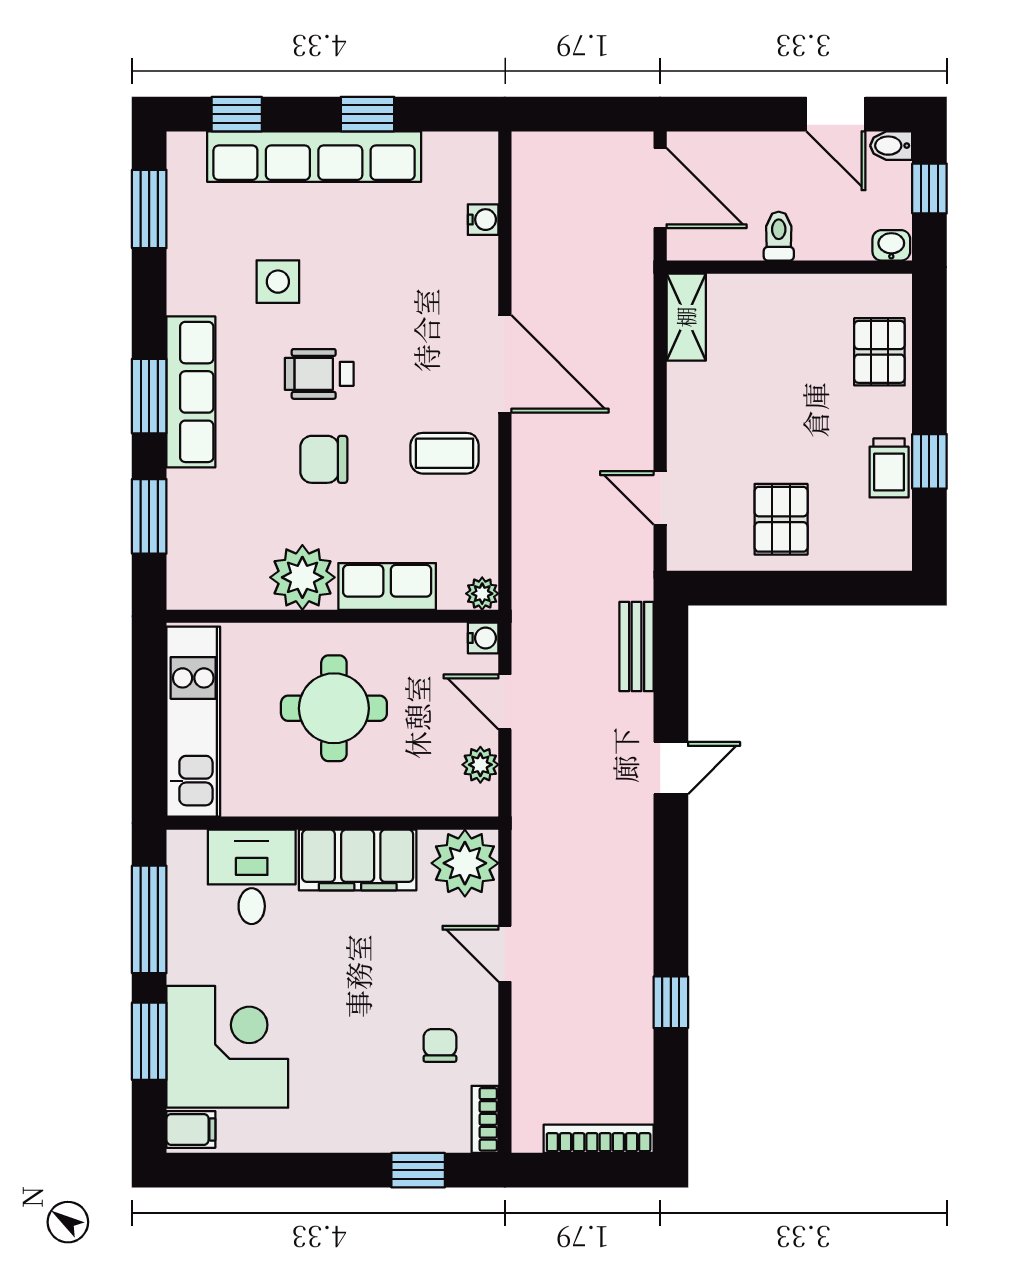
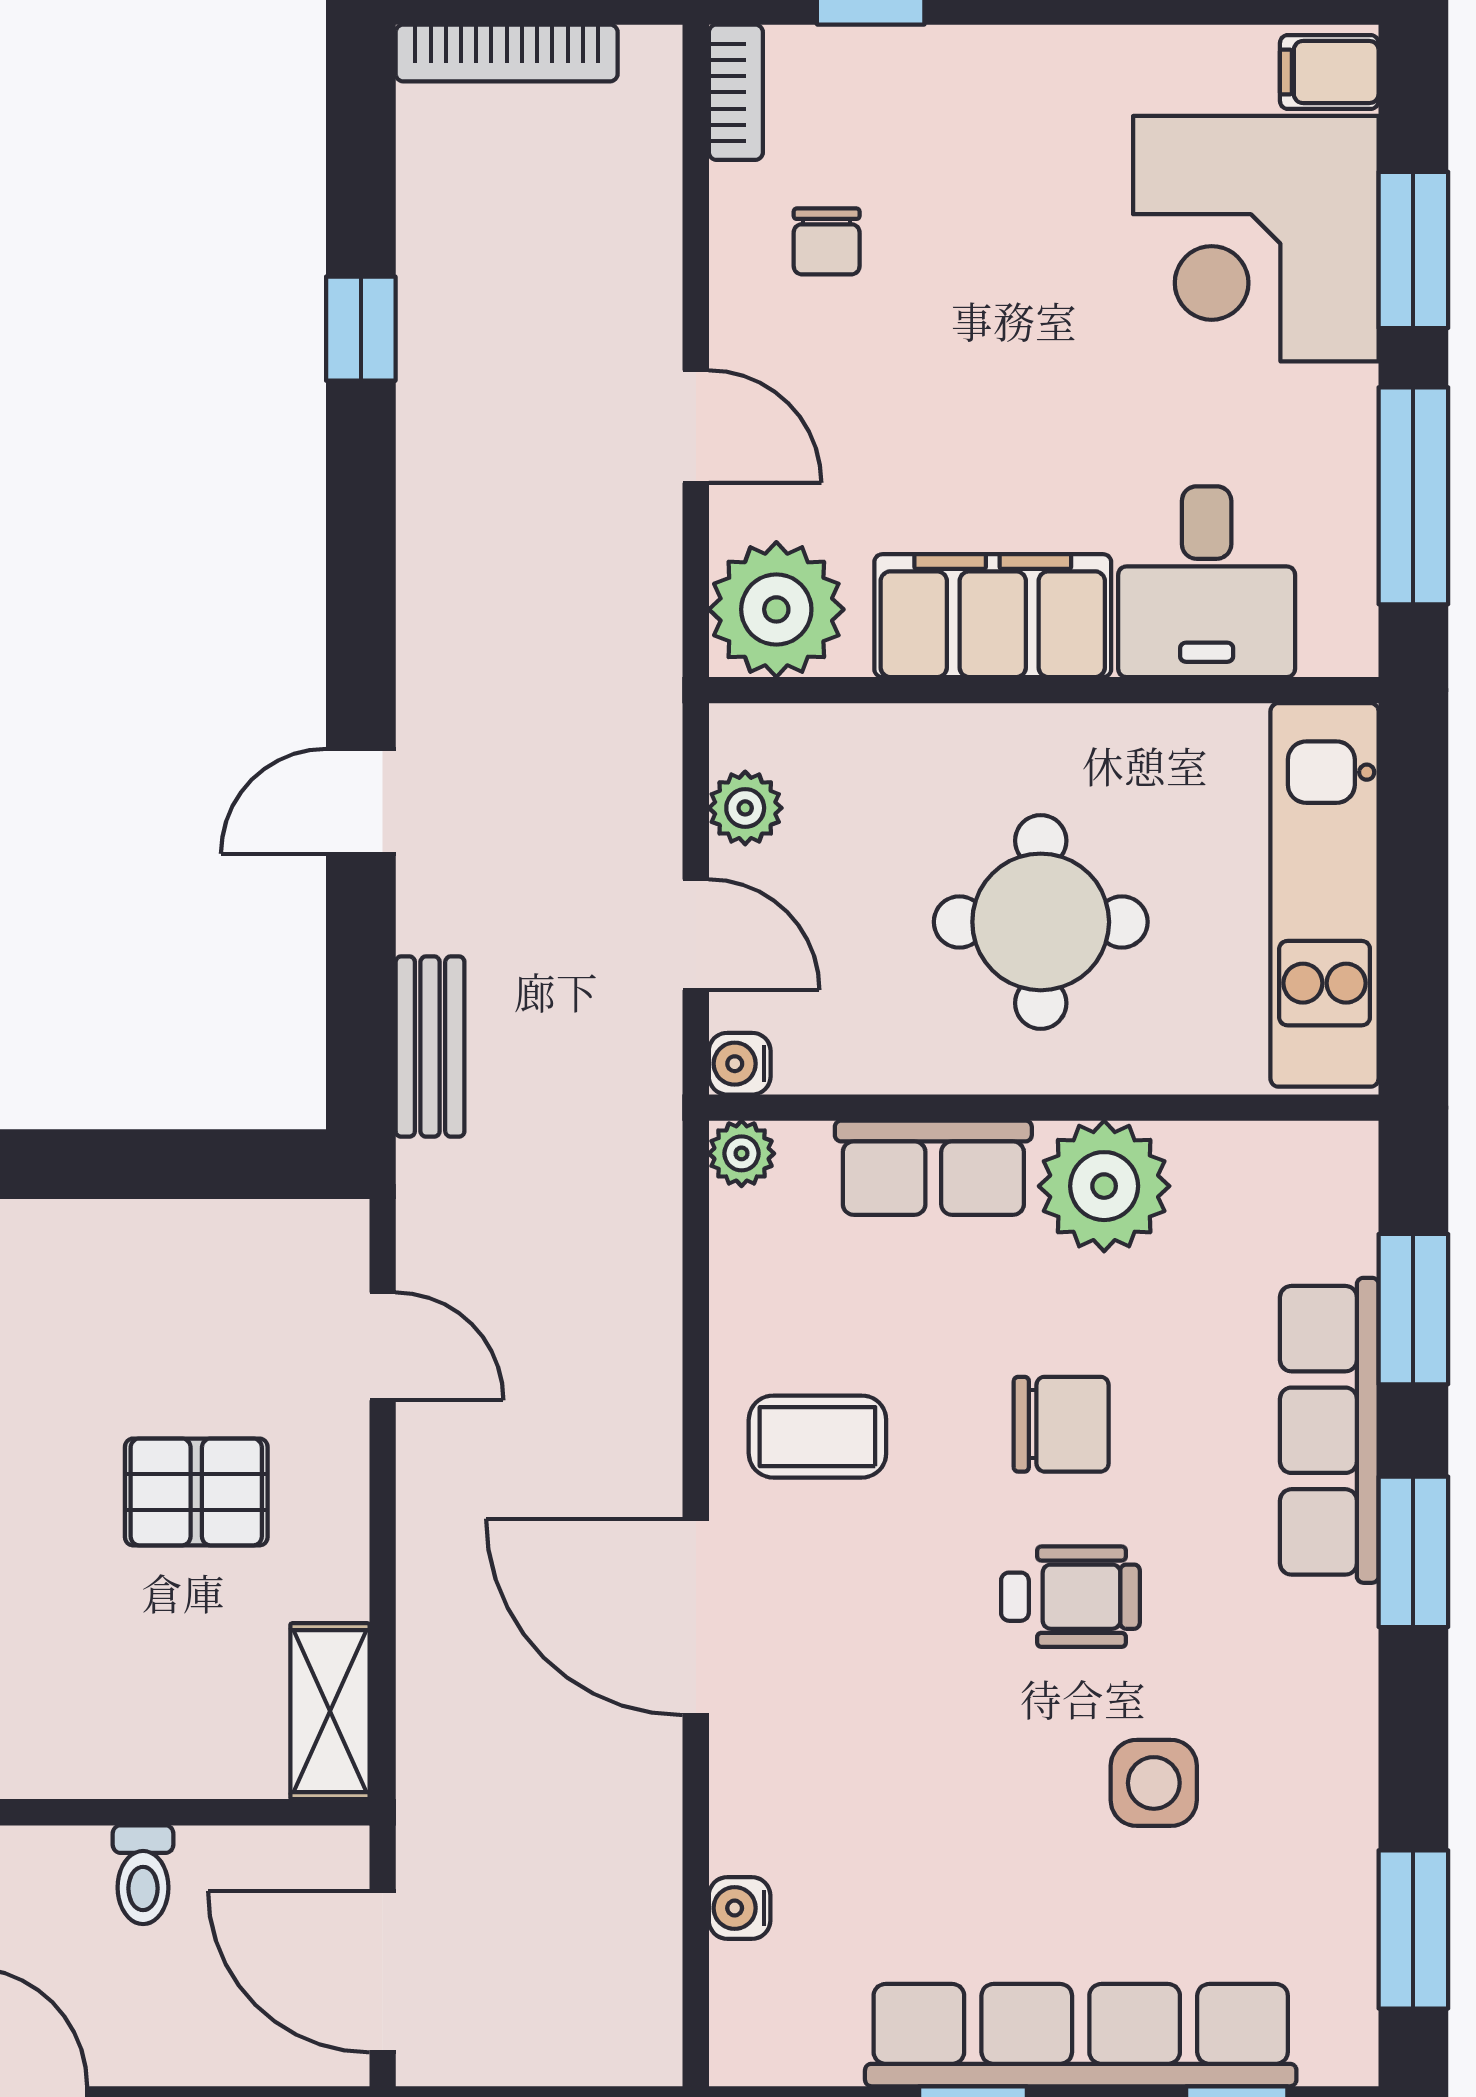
row of seats: (191, 392) -> (1329, 1430), moved
pallet: (781, 519) -> (196, 1492), moved, turned 90

